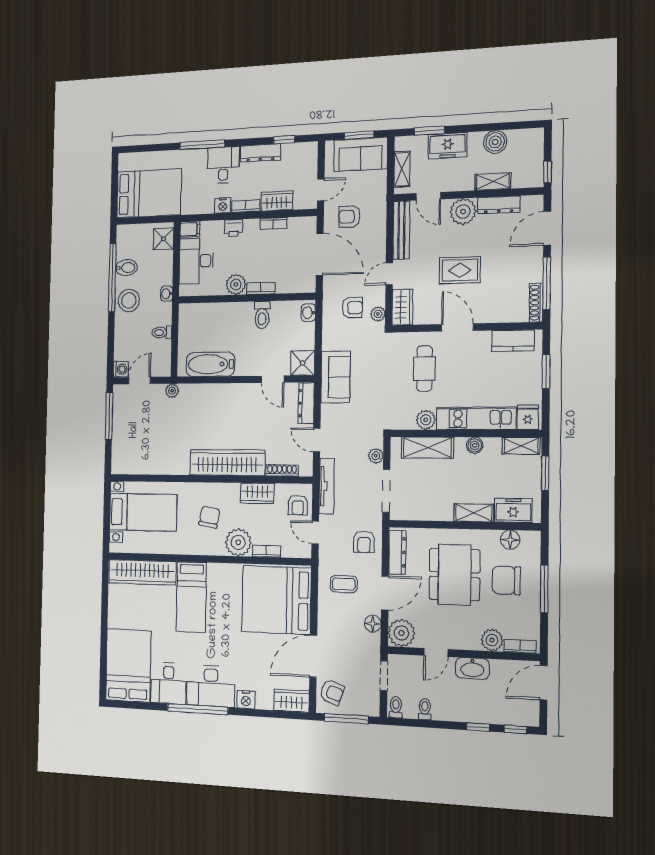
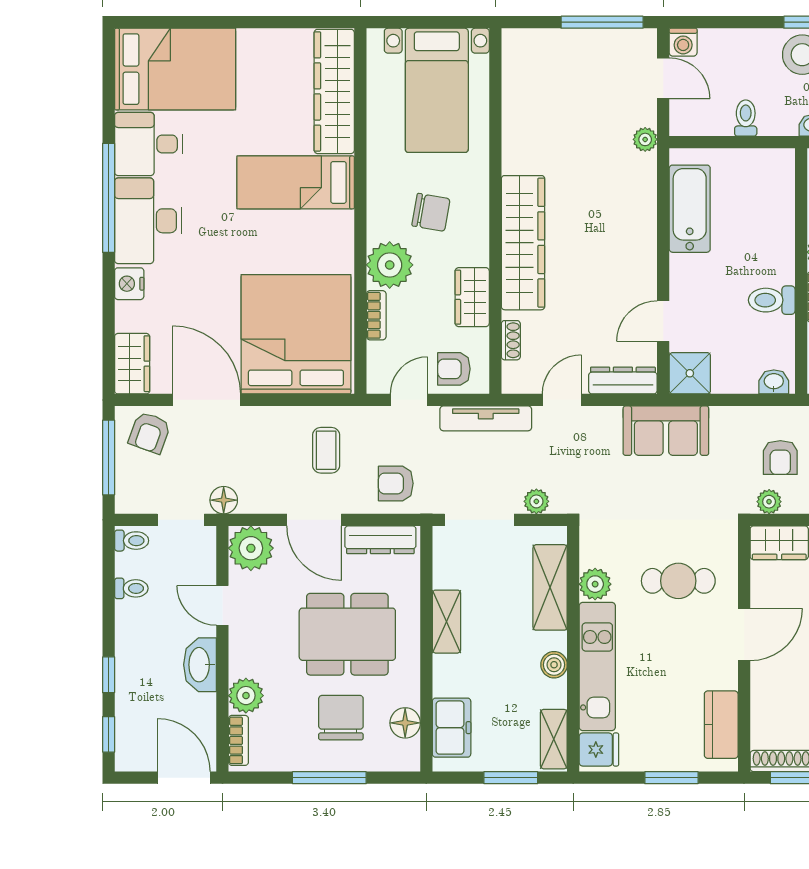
shoe rack: (282, 470) -> (511, 340), width x0.70
shelving: (474, 513) -> (446, 622), moved
floor lamp: (373, 624) -> (224, 500), moved

